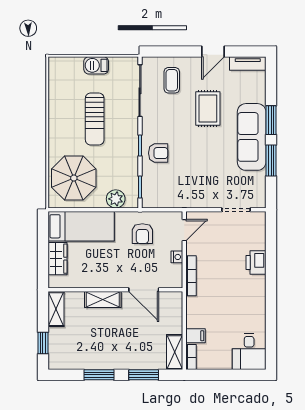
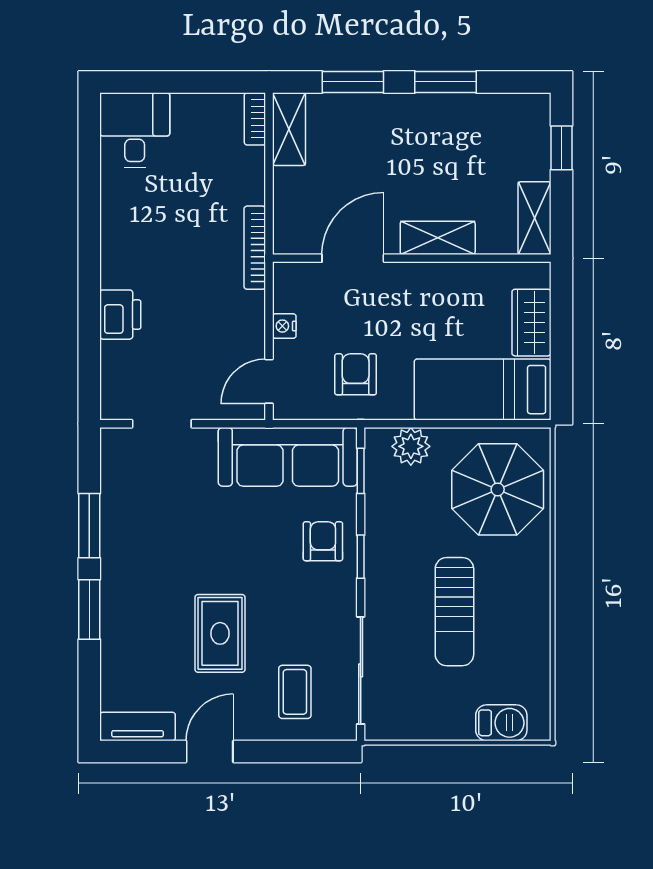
barbecue: (96, 65) -> (501, 723), moved
sun lounger: (95, 119) -> (454, 612), turned 180
sofa: (252, 137) -> (288, 457), moved, turned 90
armchair: (158, 153) -> (323, 541), turned 90
bookcase: (191, 276) -> (255, 248), moved
door: (144, 290) -> (353, 258), hinge flipped
filing cabinet: (196, 336) -> (246, 163), removed

